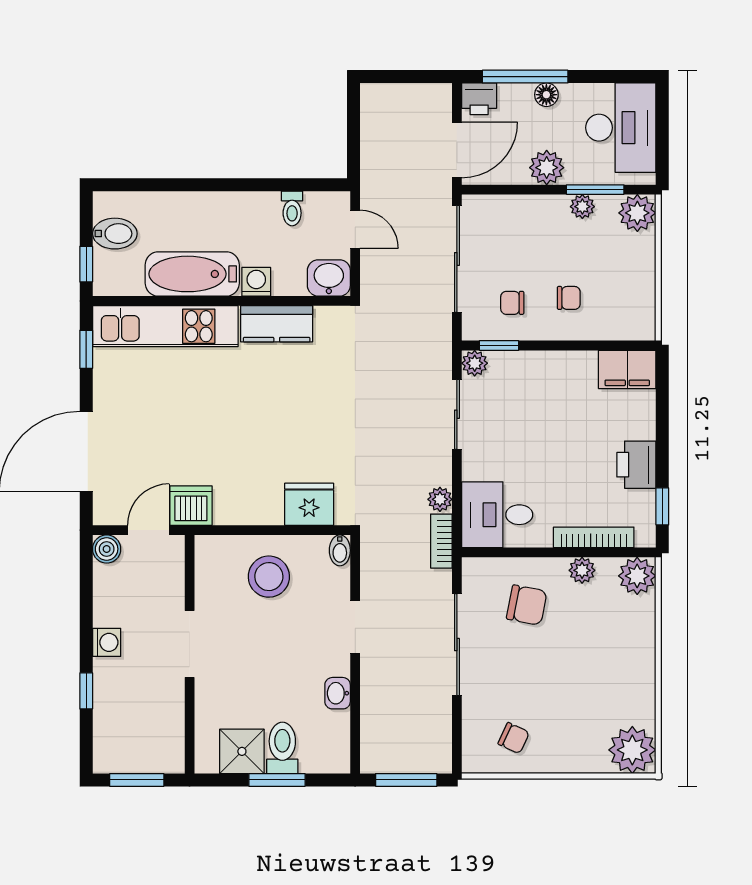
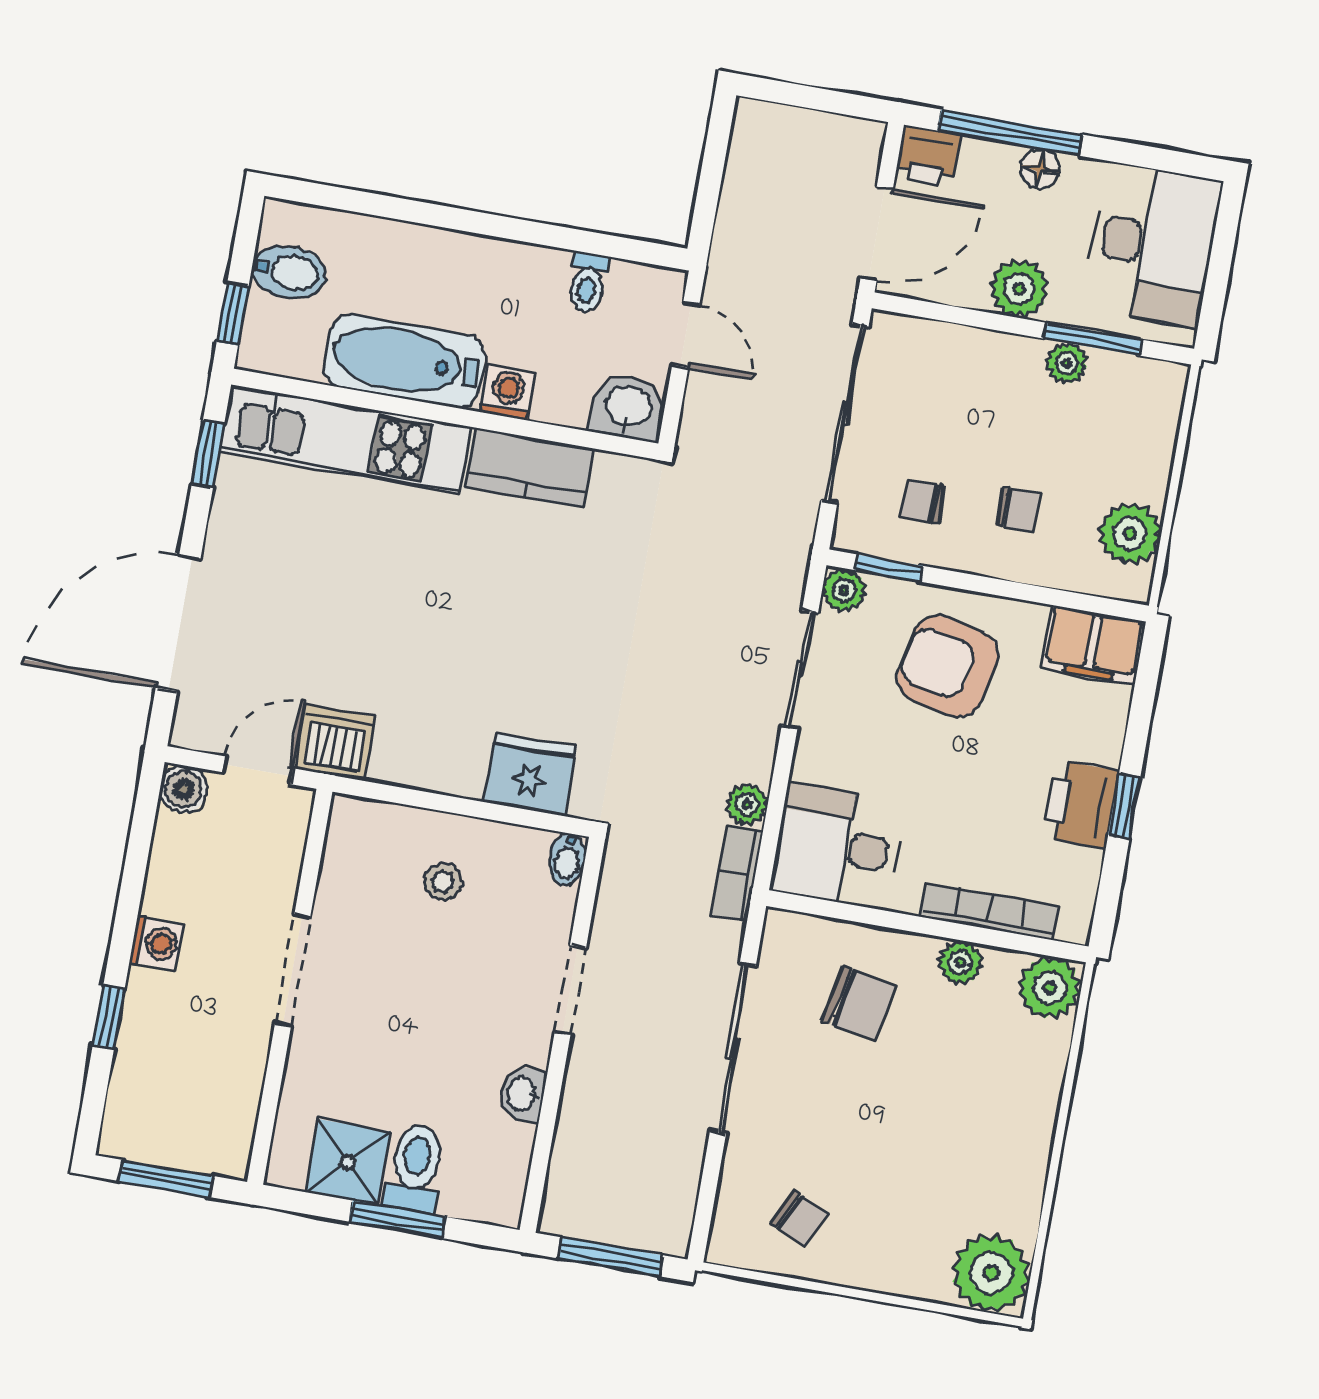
plant: (637, 213) -> (1130, 534), moved
armchair: (544, 397) -> (948, 666), added
window: (662, 506) -> (1124, 806), moved
stool: (269, 577) -> (443, 882), width x0.53, depth x0.53

